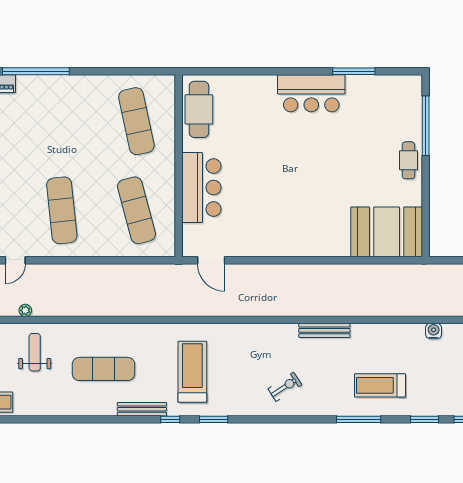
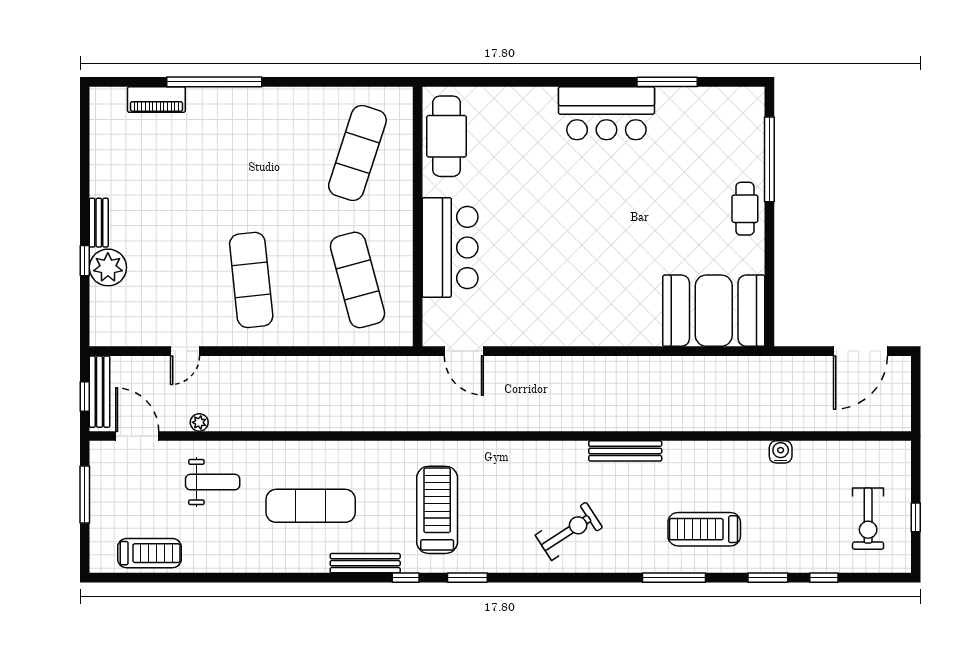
exercise mat: (136, 121) -> (357, 153), turned 30
weight bench: (35, 352) -> (213, 482), turned 90
exercise bike: (285, 387) -> (569, 531), width x1.38, depth x1.39

